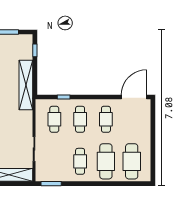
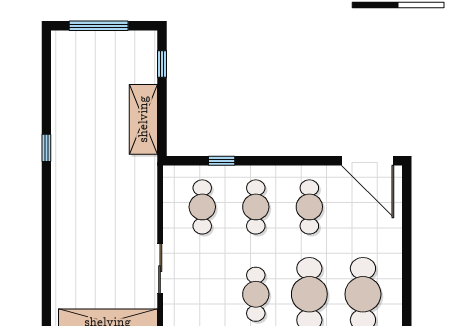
shelving: (26, 85) -> (143, 119), width x0.68
door: (134, 97) -> (368, 161), swing flipped

